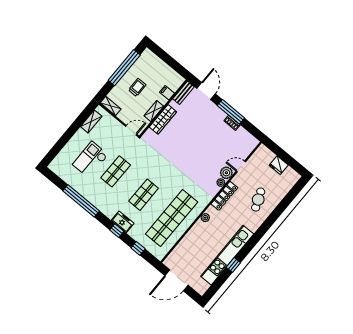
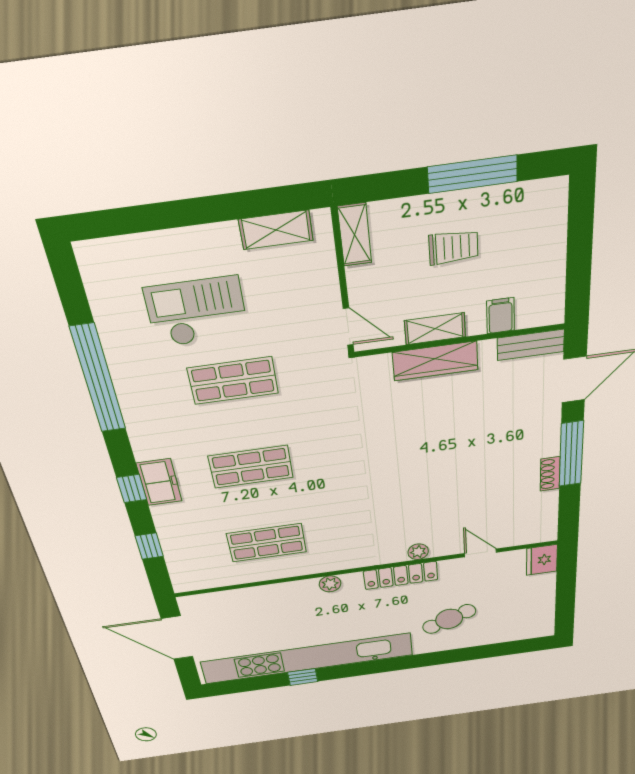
window: (124, 68) -> (472, 174), width x0.68
fridge: (279, 165) -> (542, 560), moved
plant: (226, 173) -> (445, 544), removed
shop shelf: (172, 218) -> (267, 543), width x0.50, depth x0.74
kitchen unit: (227, 255) -> (307, 658), width x1.36

